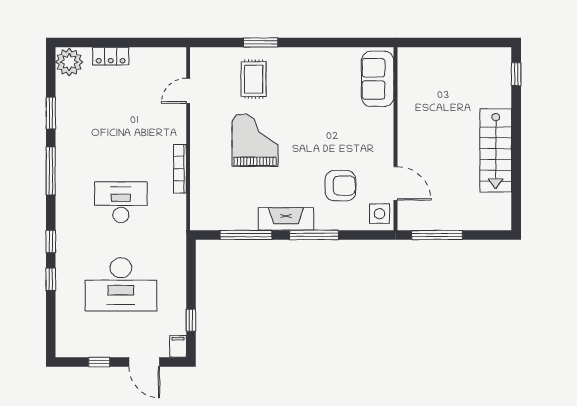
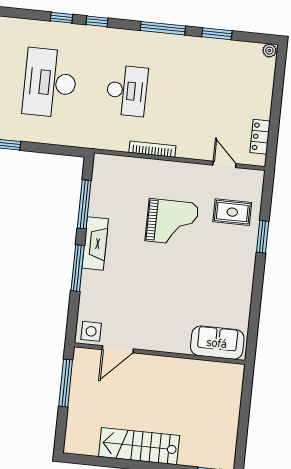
locker: (111, 56) -> (260, 137), moved
plant: (69, 62) -> (269, 51), width x0.53, depth x0.53
rug: (254, 79) -> (232, 212), moved
armchair: (341, 186) -> (121, 298), removed

